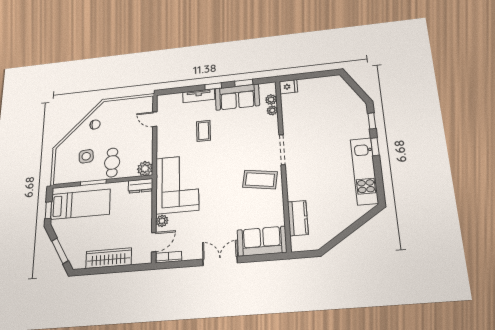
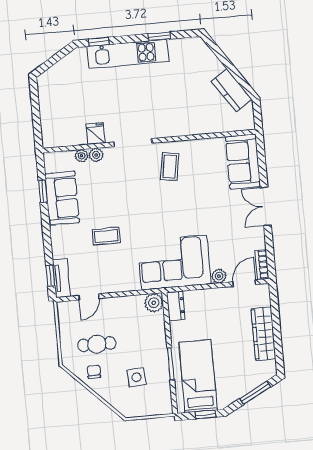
window: (213, 86) -> (50, 276), moved
fridge: (288, 87) -> (95, 134), moved
tv unit: (199, 96) -> (61, 278), moved
plant: (271, 100) -> (96, 155), moved
window: (375, 147) -> (159, 36), moved
cafe table: (112, 162) -> (97, 344), moved
kitchen unit: (364, 171) -> (128, 54), moved
coffee table: (260, 180) -> (170, 167), width x0.73, depth x0.77
kitchen counter: (298, 218) -> (232, 90), moved, turned -124
door: (154, 242) -> (244, 283), hinge flipped

